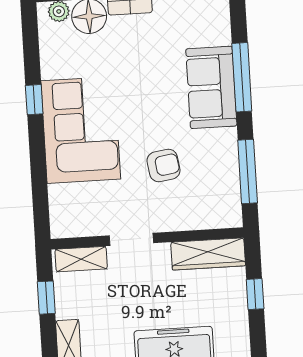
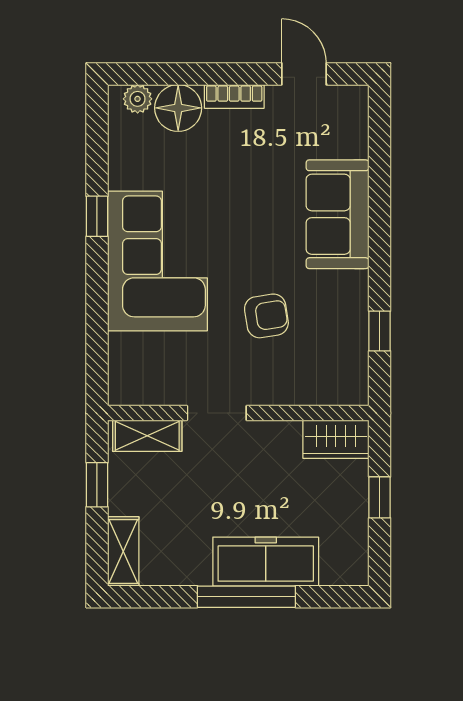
window: (242, 77) -> (380, 203), removed
window: (248, 172) -> (380, 331), width x0.46
wardrobe: (208, 254) -> (336, 439), width x0.67

